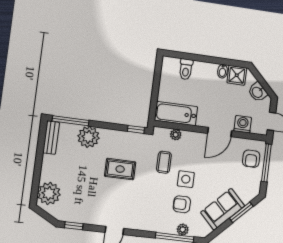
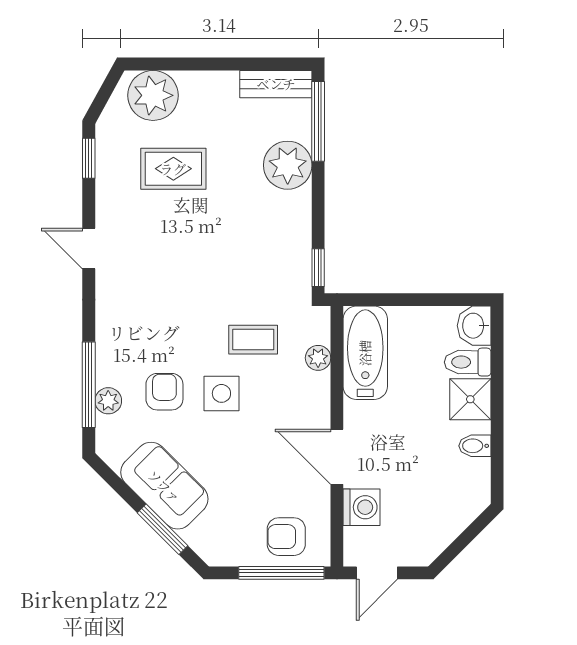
shower: (237, 75) -> (470, 399), moved
washbasin: (258, 92) -> (474, 326), moved, turned -45
rug: (120, 169) -> (173, 169), moved, turned 90

